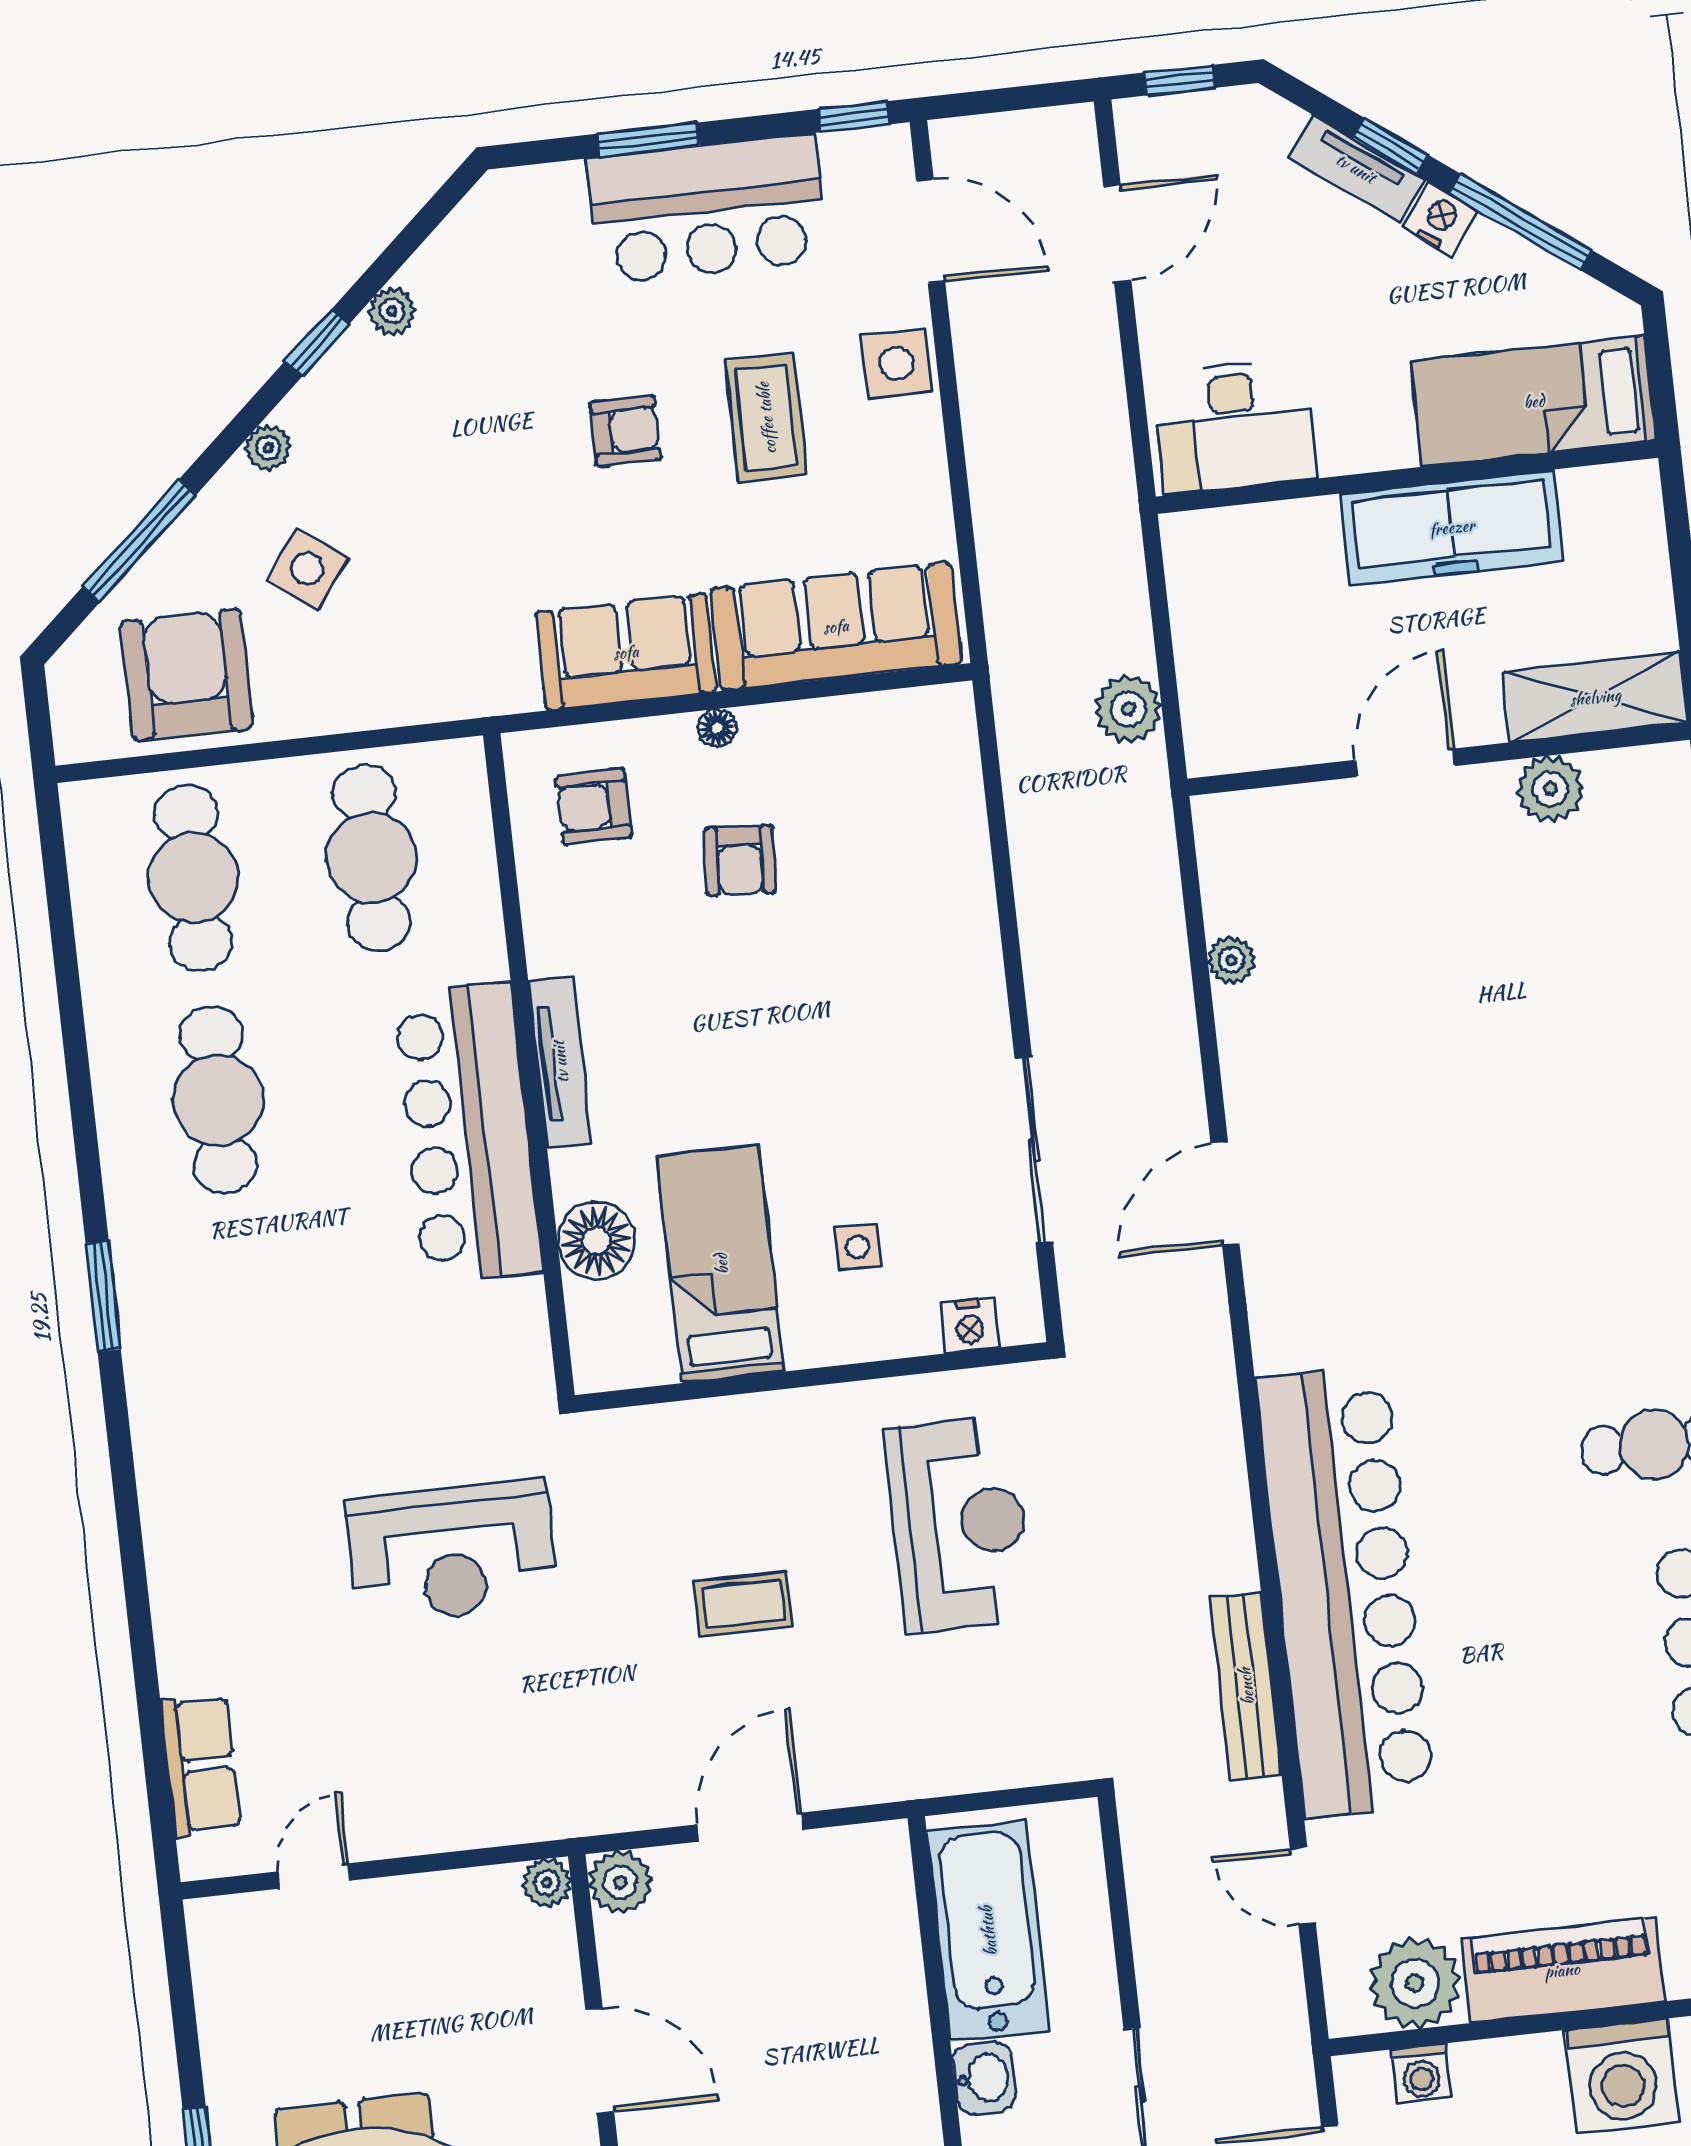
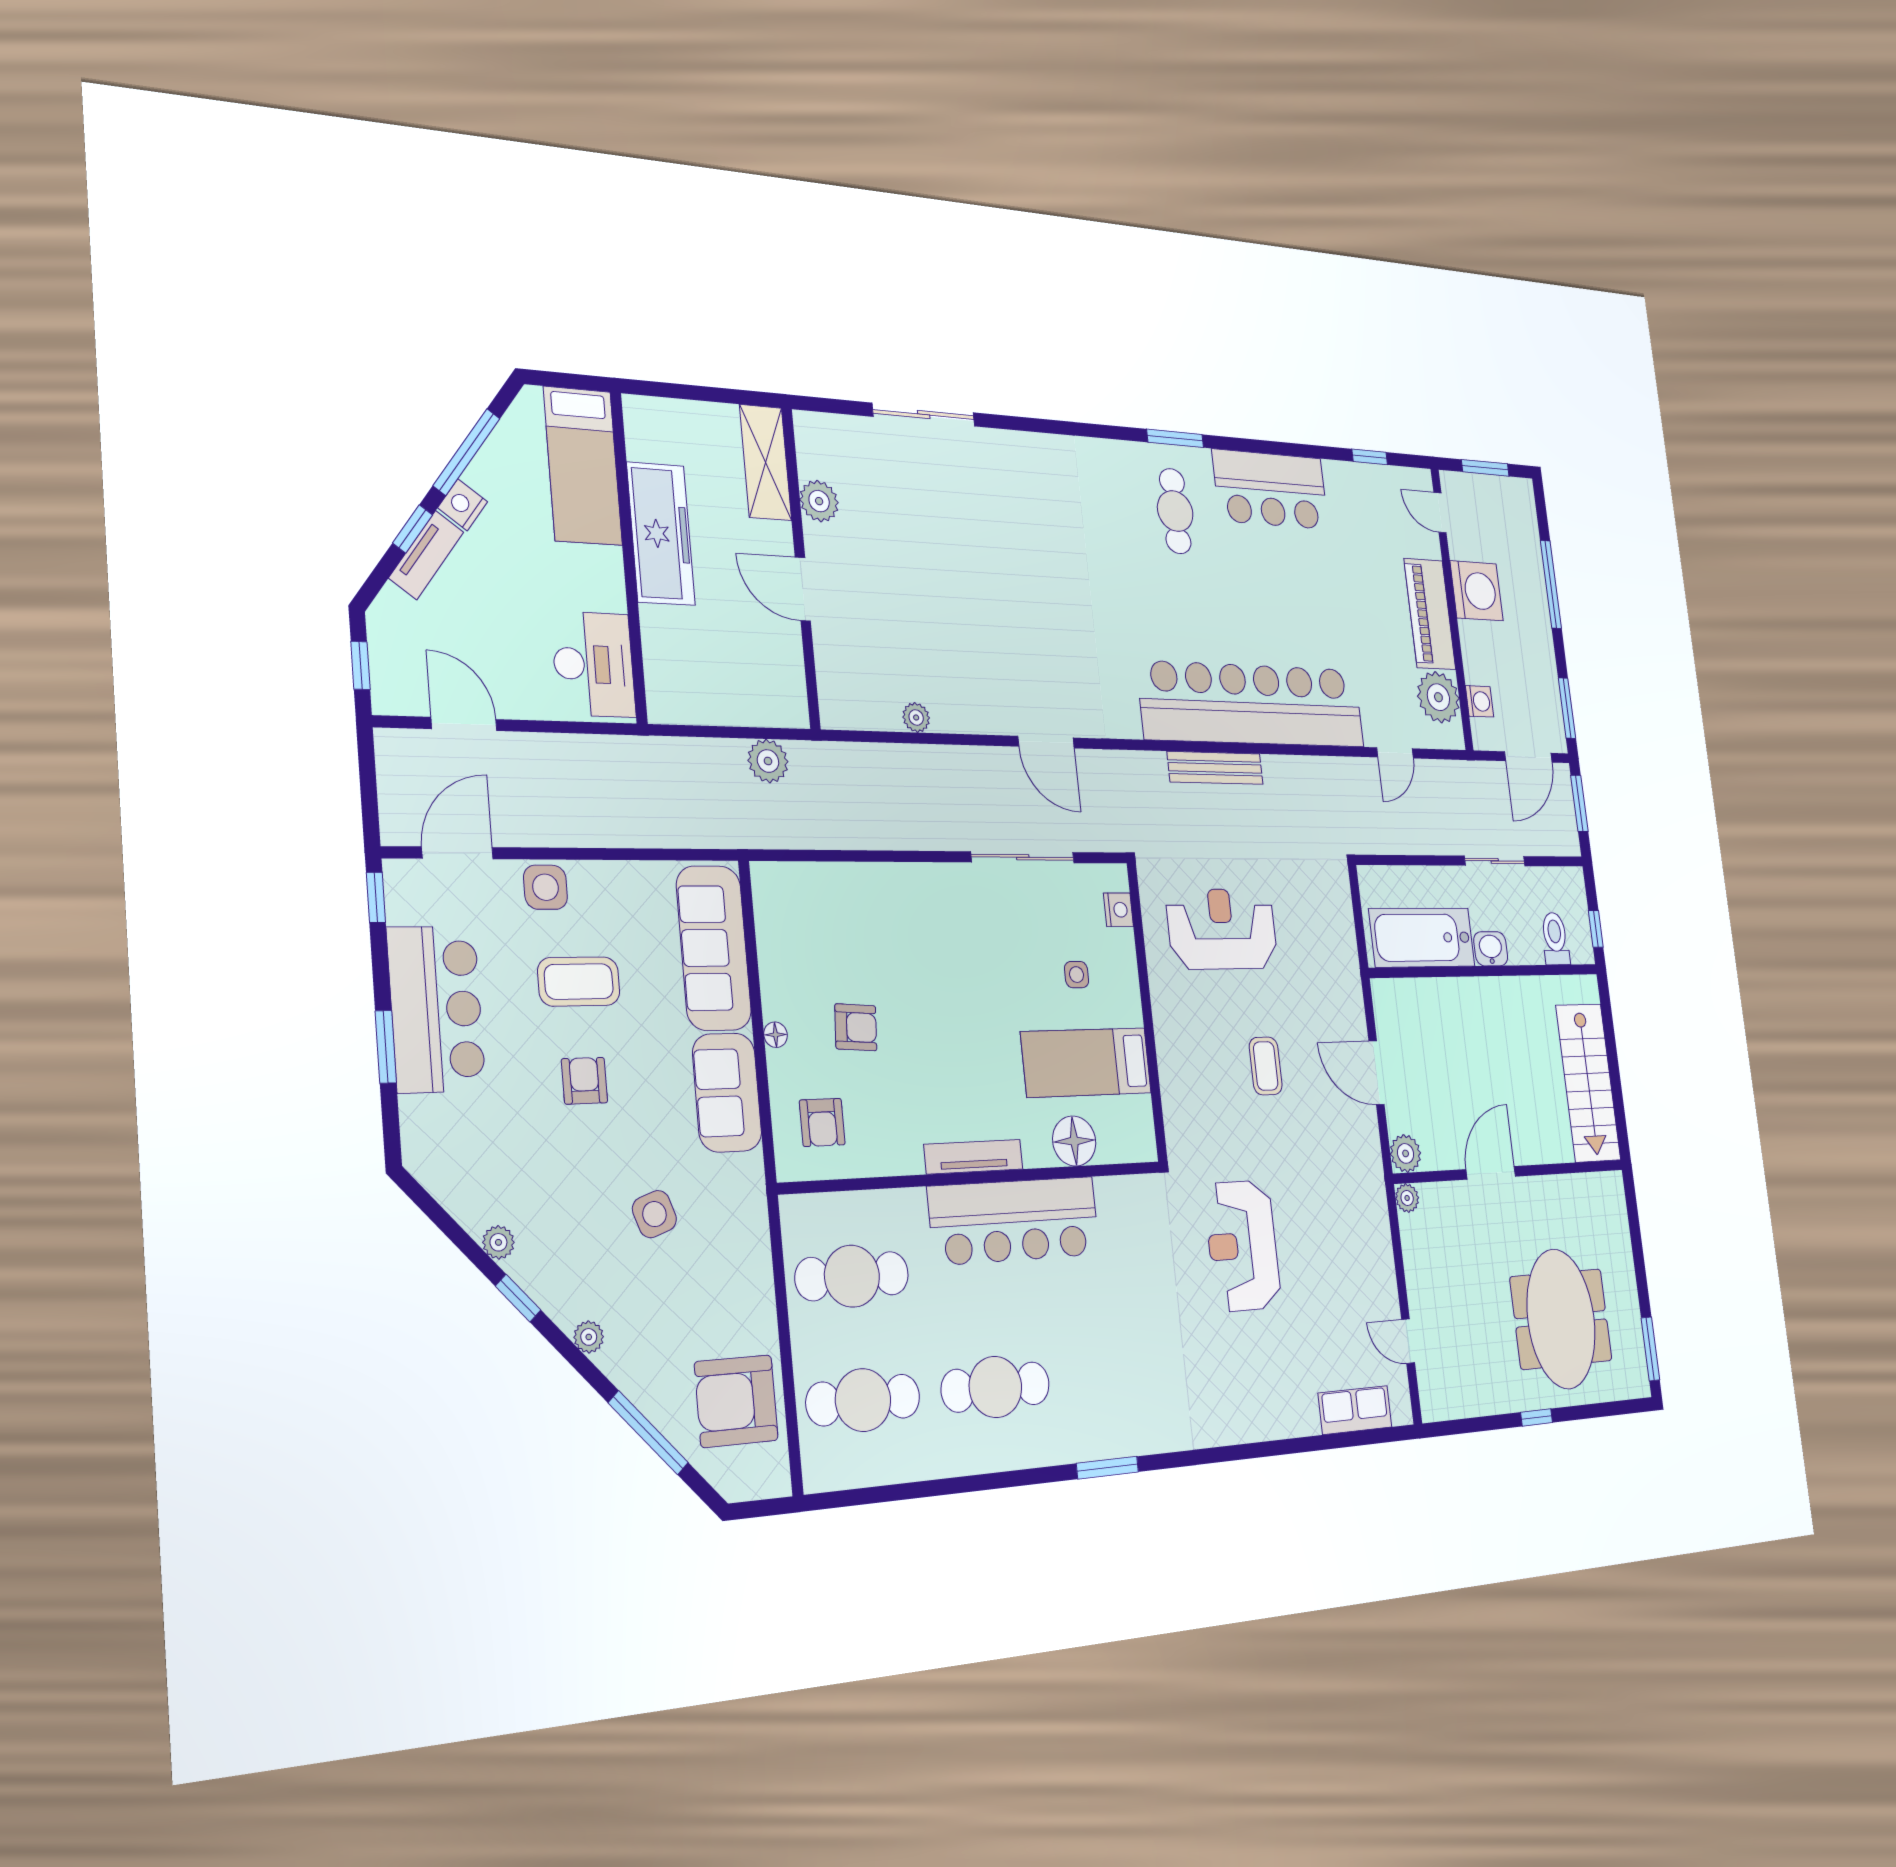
side table: (308, 569) -> (654, 1214), moved, turned 34
reception desk: (452, 1552) -> (1242, 1246), turned 180
bench: (1246, 1686) -> (1215, 768), moved

